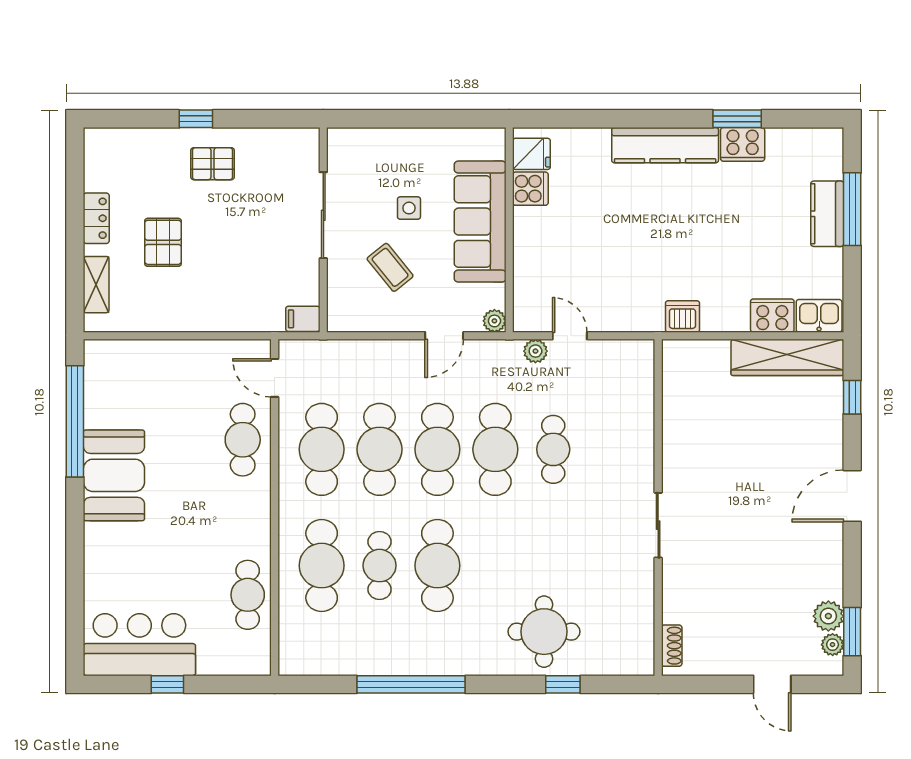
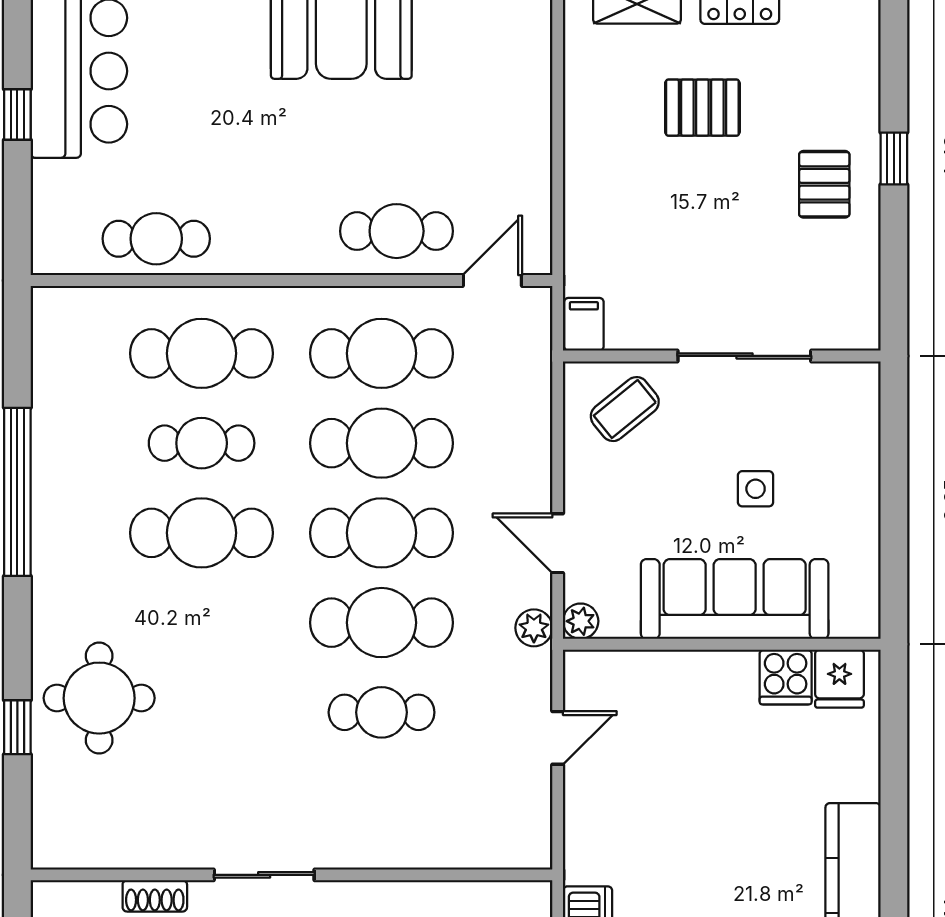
coffee table: (390, 267) -> (625, 409), moved
plant: (535, 351) -> (534, 628), moved
shoe rack: (672, 646) -> (155, 896), moved

